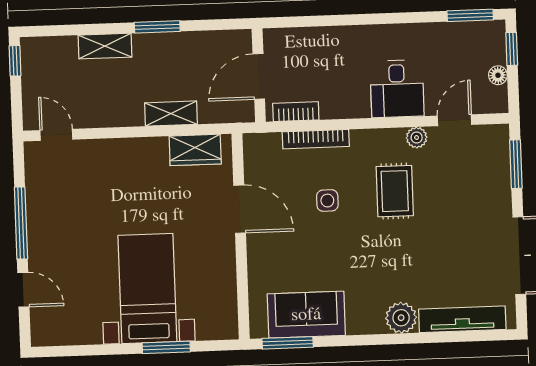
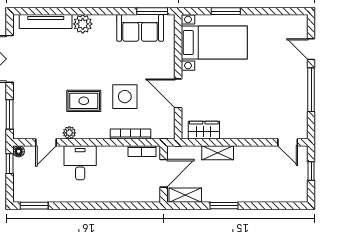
shelving: (105, 46) -> (185, 195), moved
window: (512, 49) -> (10, 164), moved
window: (15, 61) -> (311, 171), moved
floor lamp: (498, 75) -> (19, 151), moved
rug: (395, 191) -> (84, 101), turned 90
side table: (327, 201) -> (125, 97), width x1.87, depth x1.87
bed with nightstands: (147, 288) -> (214, 43), moved, turned -90

